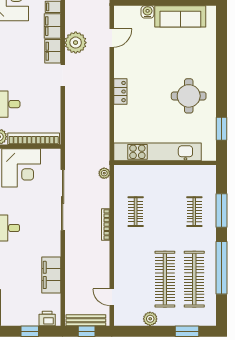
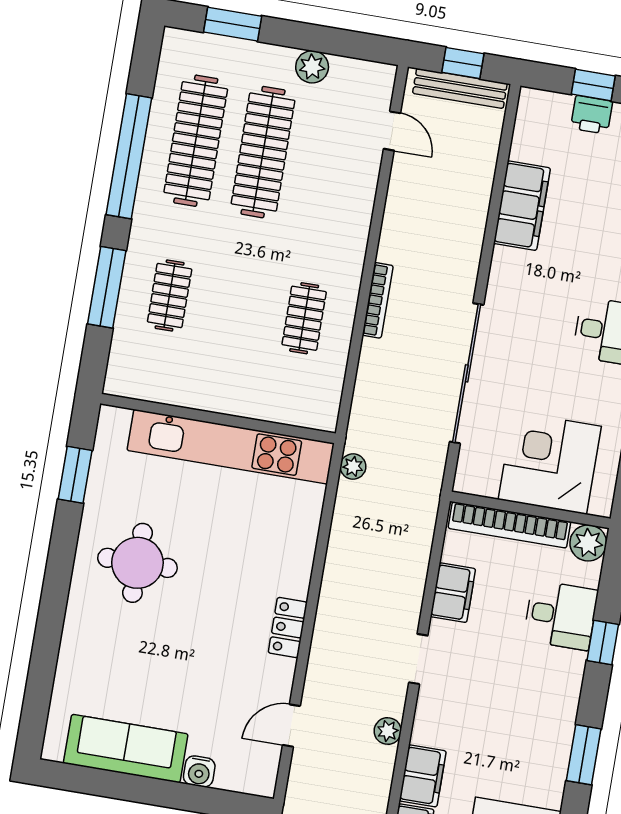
plant: (76, 43) -> (388, 731), width x0.53, depth x0.53
filing cabinet: (53, 51) -> (453, 593), moved
locker: (120, 92) -> (288, 628), moved
plant: (104, 173) -> (353, 466), moved
printer: (47, 318) -> (592, 115), moved

